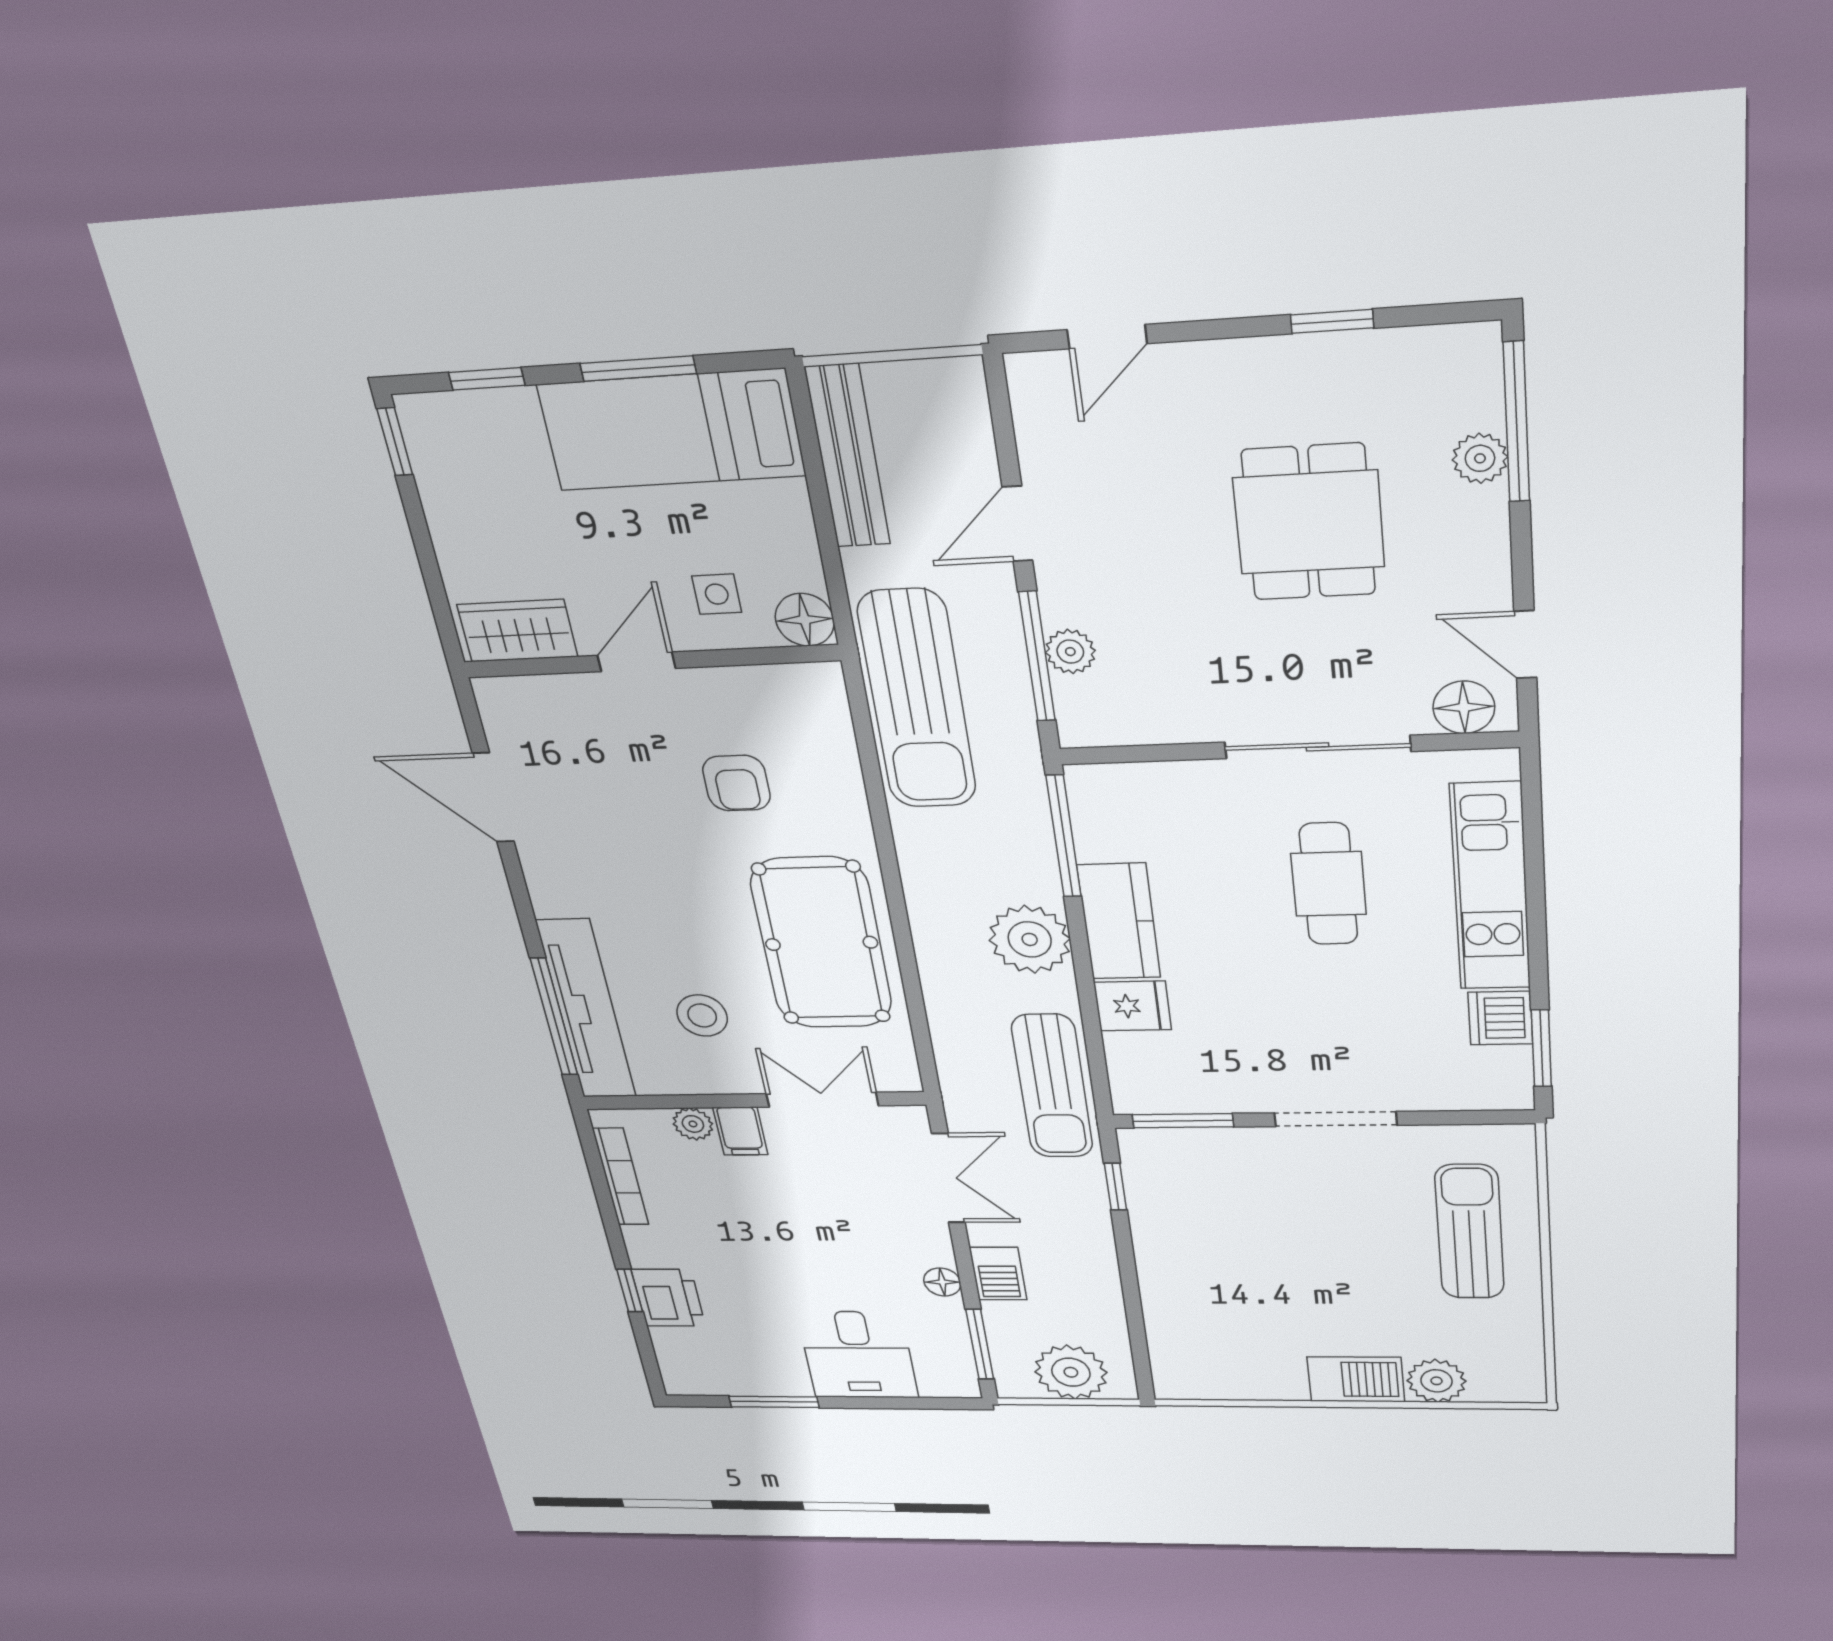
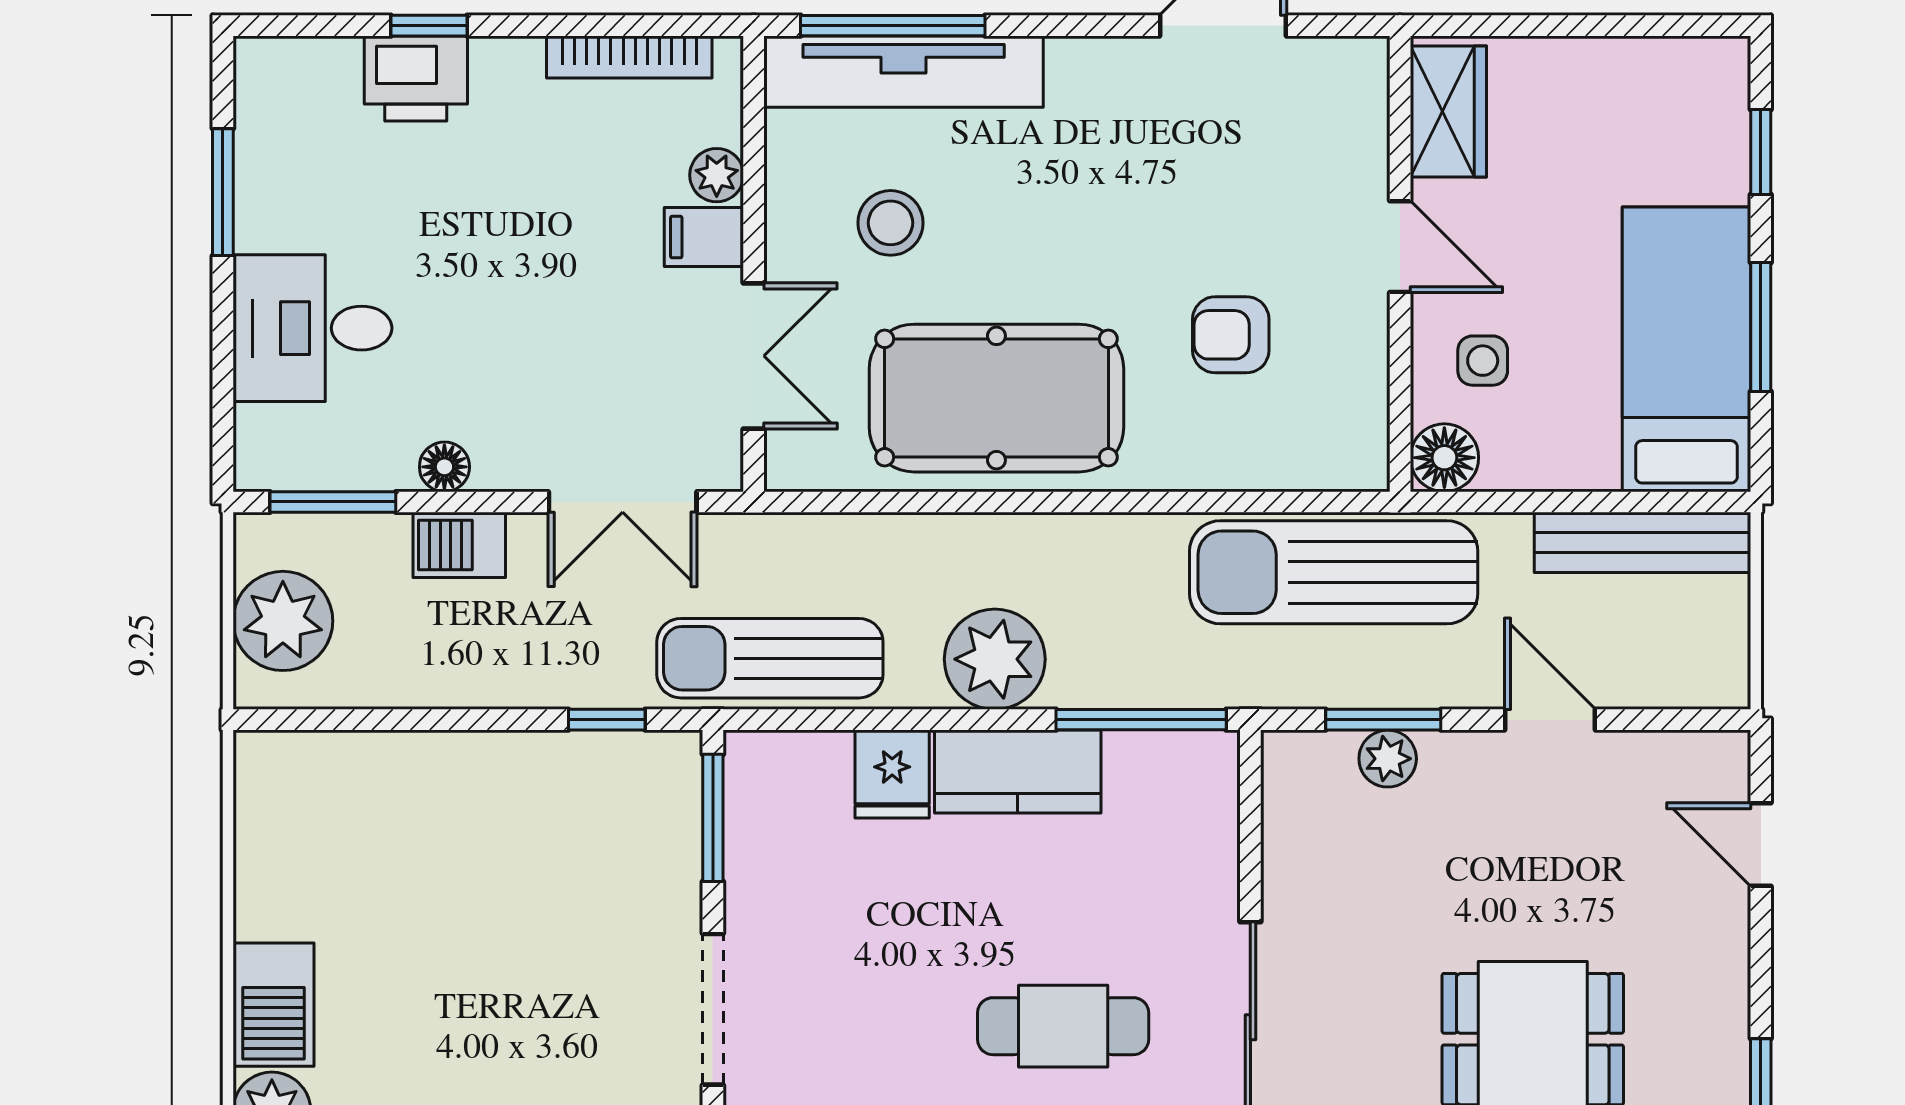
window: (395, 442) -> (1694, 26), removed
window: (1037, 657) -> (1383, 720), width x0.69

